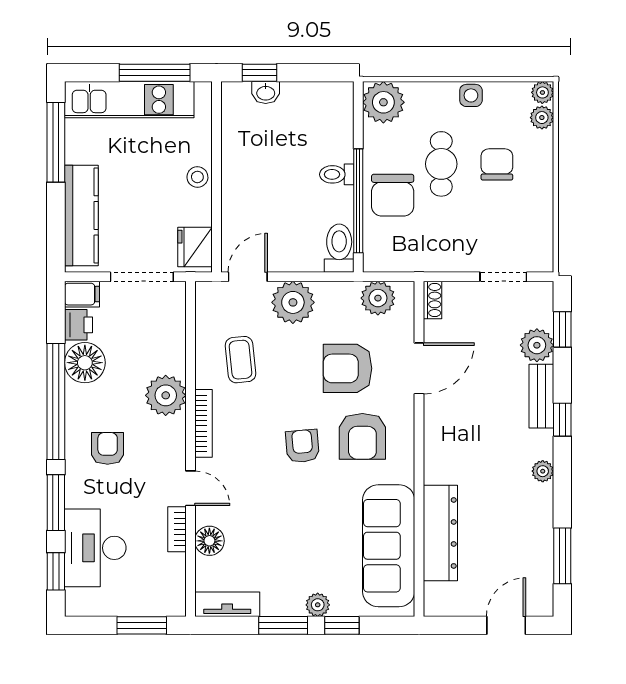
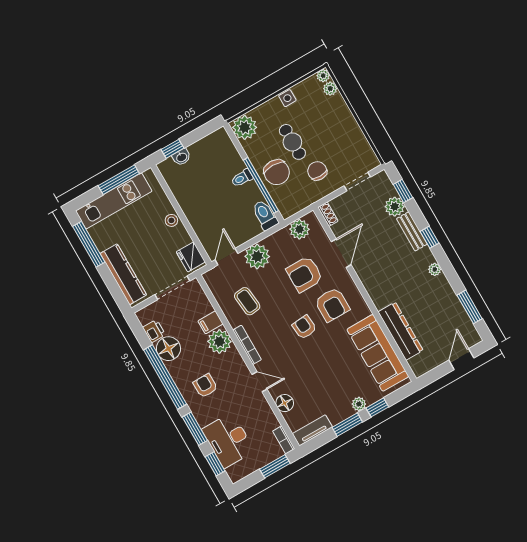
chair: (497, 164) -> (317, 171), moved
filing cabinet: (82, 294) -> (210, 322), moved, turned 180
bookcase: (177, 529) -> (284, 440), moved

